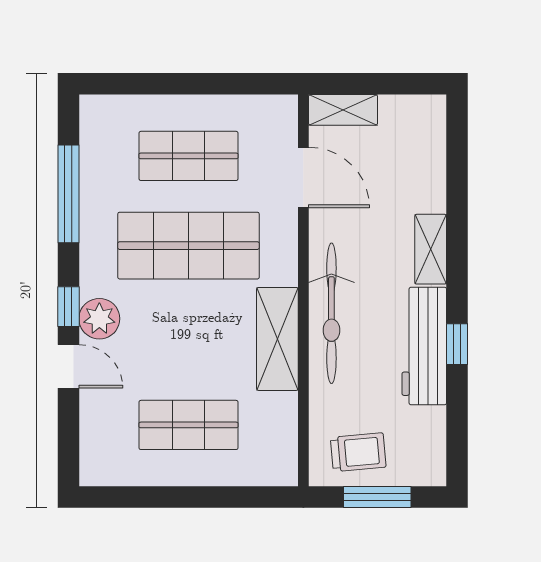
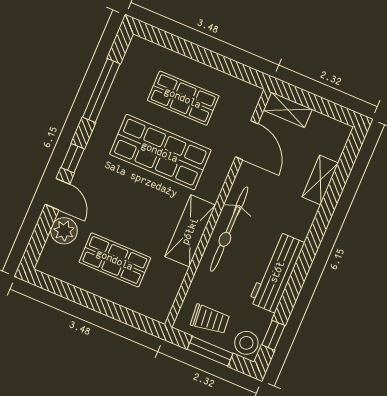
shelving: (431, 249) -> (320, 180), moved
plant: (99, 319) -> (64, 231), moved
window: (457, 344) -> (273, 335), moved
stool: (424, 464) -> (246, 343), added

